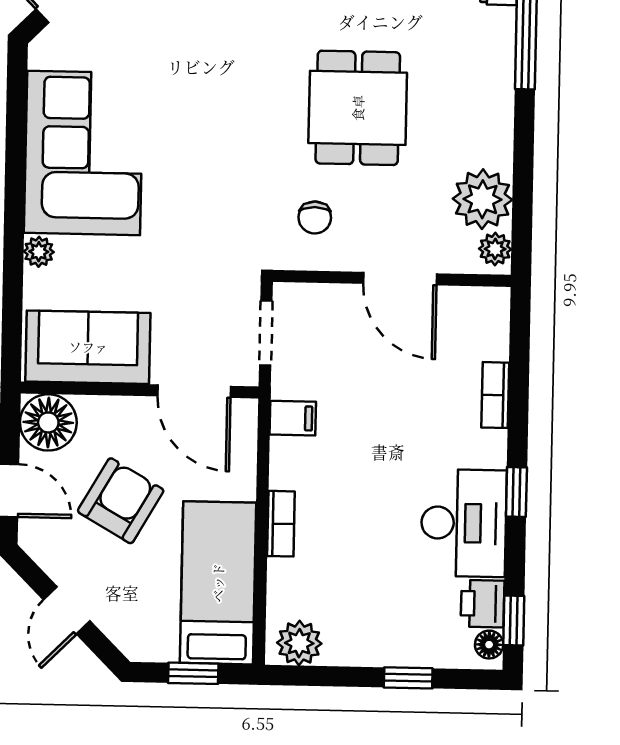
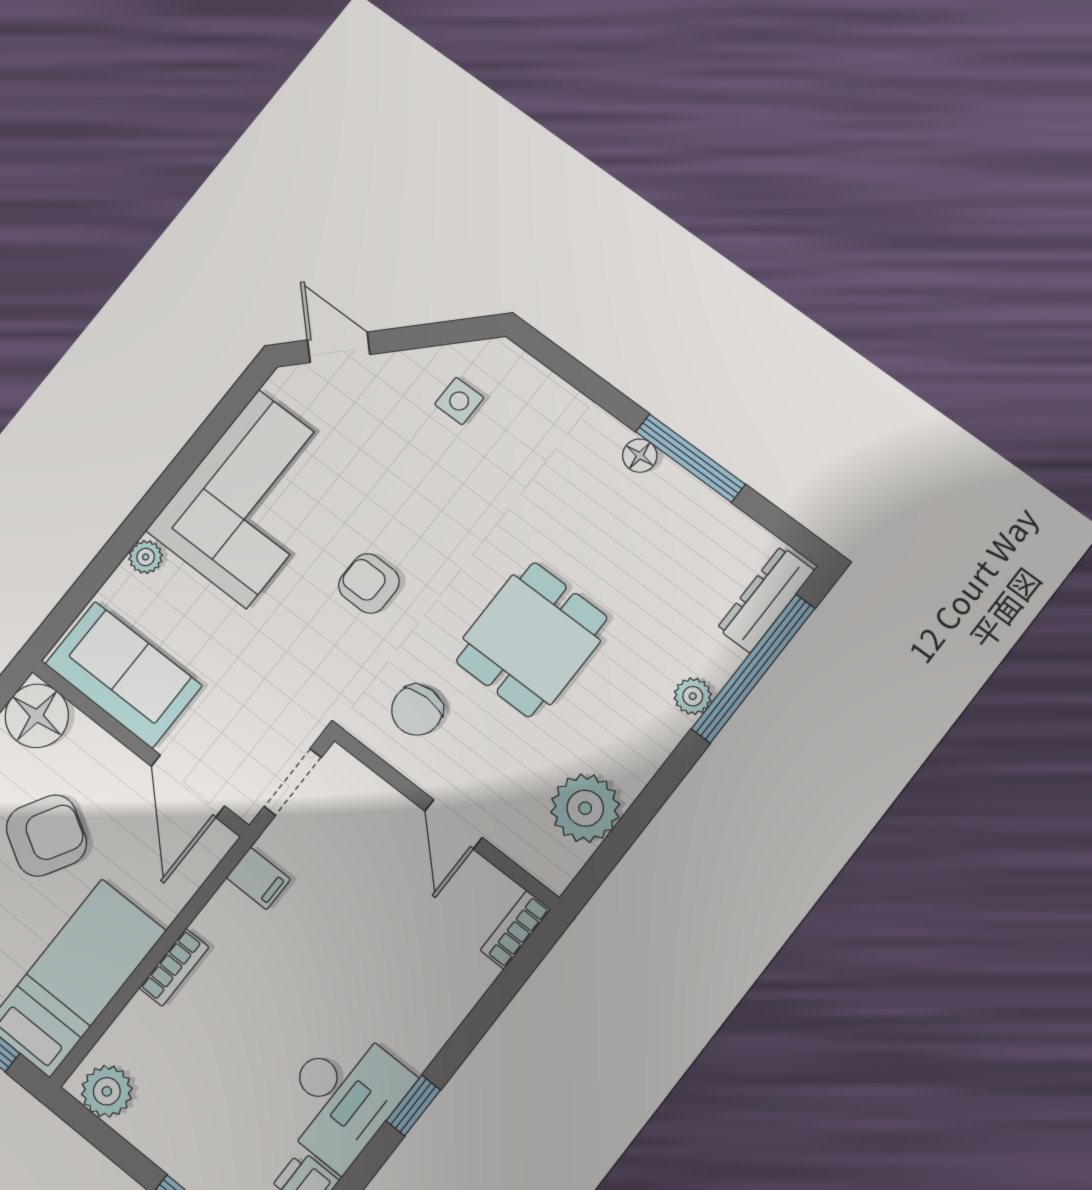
armchair: (213, 153) -> (369, 583), added
chair: (315, 218) -> (417, 710), width x1.37, depth x1.37
plant: (495, 249) -> (693, 696), moved
door: (400, 279) -> (453, 824), width x0.73
bookcase: (495, 395) -> (515, 930), moved

